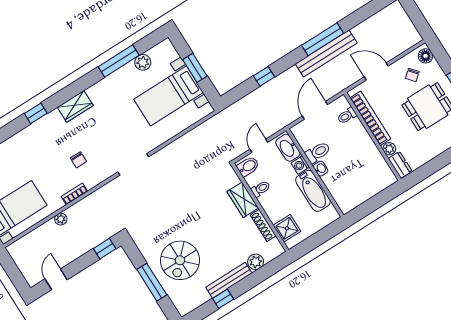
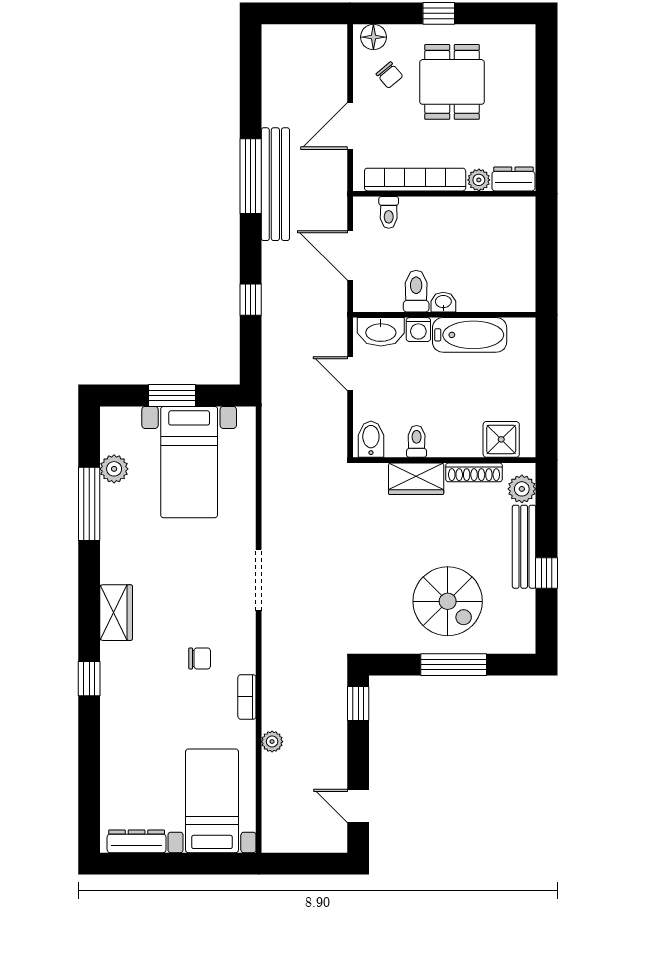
bidet: (248, 166) -> (371, 439), moved
toilet: (261, 189) -> (417, 441), moved
wardrobe: (243, 200) -> (416, 479), moved
wall: (260, 207) -> (444, 460), moved
shoe rack: (263, 225) -> (474, 472), moved
shower: (287, 228) -> (501, 439), moved

